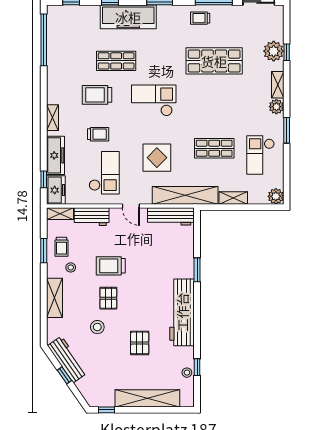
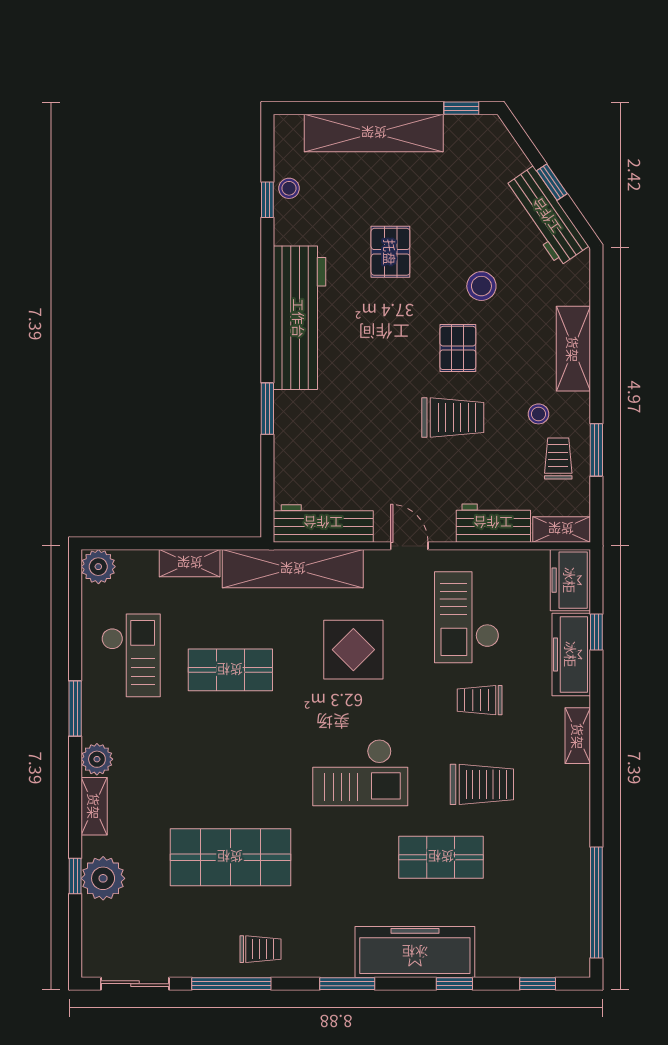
window: (44, 179) -> (596, 632), moved

